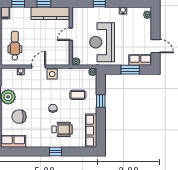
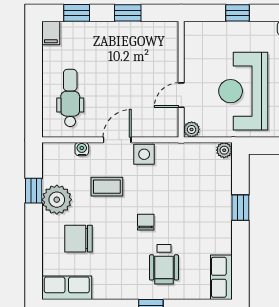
kitchen counter: (50, 13) -> (140, 34), removed
door: (71, 34) -> (181, 95), moved
coffee table: (78, 95) -> (107, 187), moved
wheelchair: (62, 129) -> (164, 264), turned 90
row of seats: (91, 131) -> (221, 277), width x0.68

